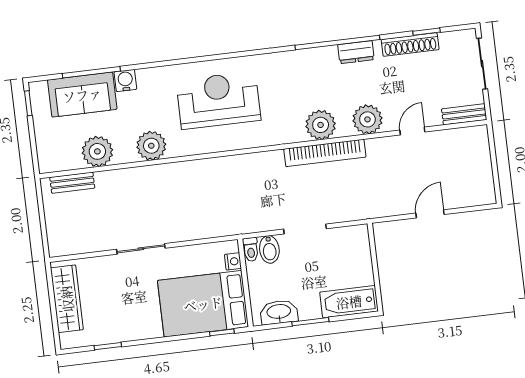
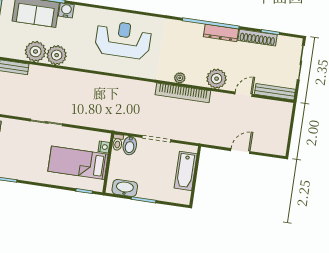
dresser: (356, 52) -> (221, 33), width x1.44
bench: (464, 114) -> (275, 92), width x1.36
plant: (321, 125) -> (180, 78), width x0.53, depth x0.53
plant: (151, 146) -> (57, 55), moved
bathtub: (349, 302) -> (186, 171), moved, turned -90
bed: (203, 304) -> (78, 163), width x0.67

